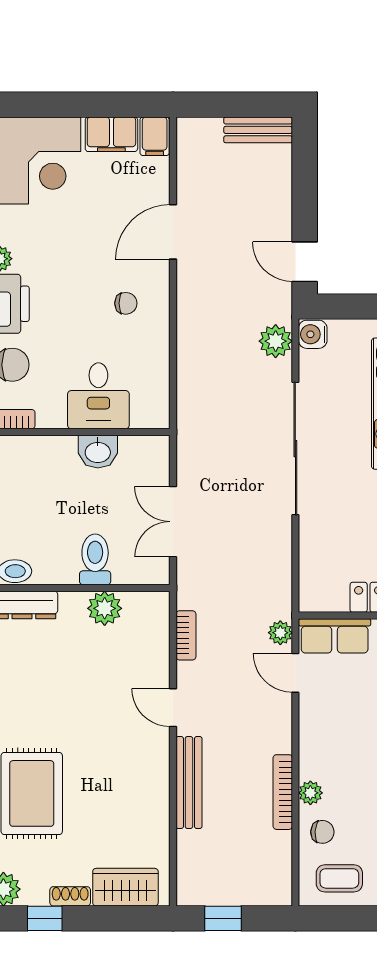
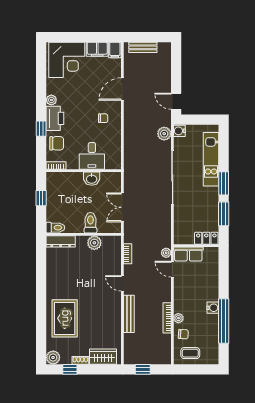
bench: (258, 130) -> (143, 47), moved

